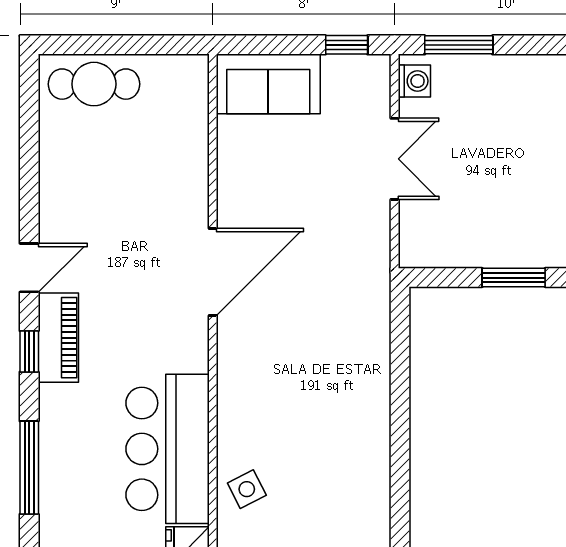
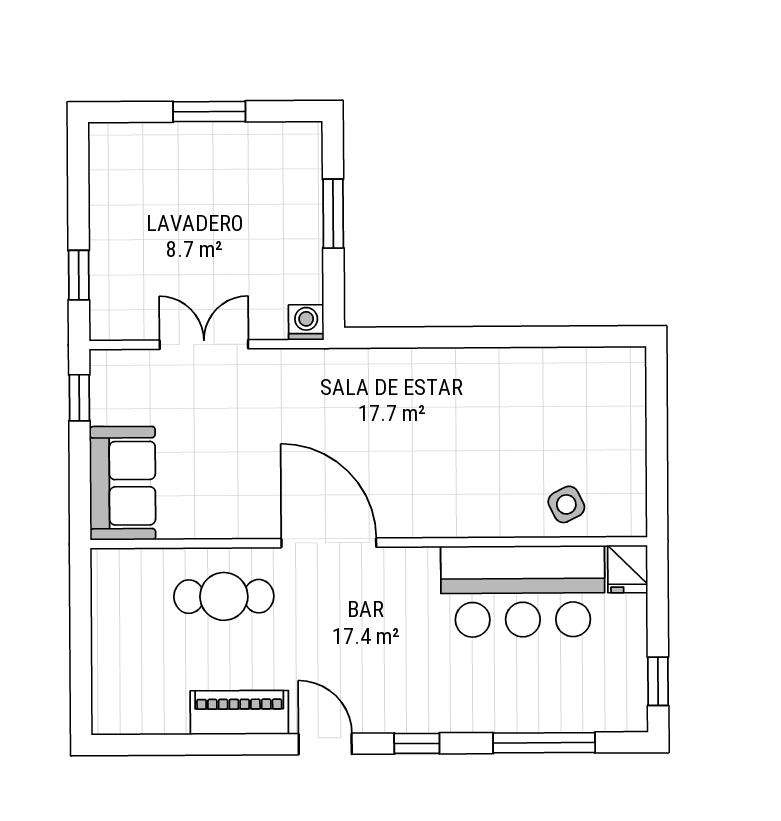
window: (459, 45) -> (79, 275), width x0.67
washing machine: (414, 81) -> (306, 322), moved
cafe table: (94, 84) -> (224, 596), moved, turned 90
piano: (58, 338) -> (239, 712), moved

